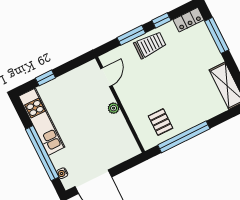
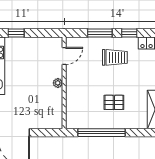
trolley: (150, 45) -> (115, 57), moved
pallet: (161, 122) -> (114, 102), moved, turned 90

